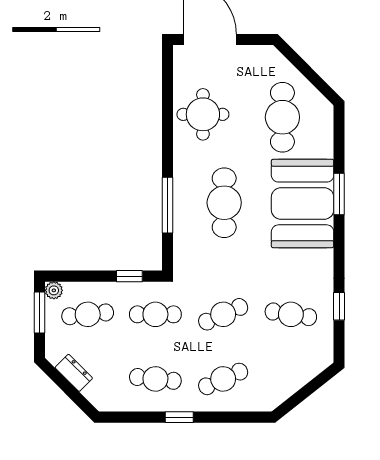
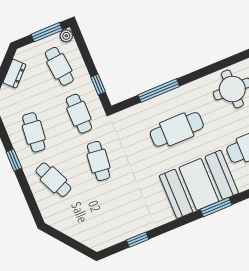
cafe table: (223, 314) -> (99, 161), turned 30
cafe table: (291, 314) -> (118, 208), removed

